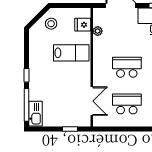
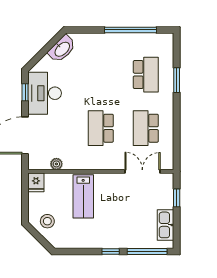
fridge: (83, 25) -> (36, 182), moved
lab bench: (71, 53) -> (83, 196), turned 180
kitchen sink: (35, 114) -> (166, 225), moved, turned -90

